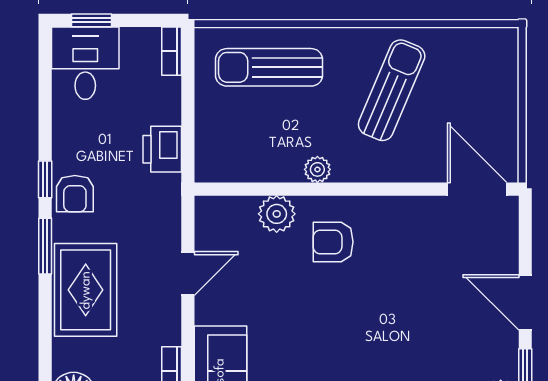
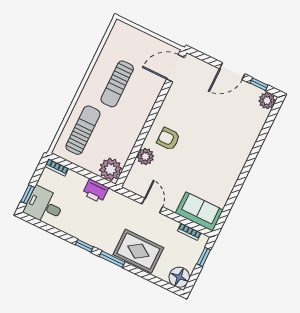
sun lounger: (269, 67) -> (83, 130), turned 180
sun lounger: (392, 90) -> (117, 84), turned -113
plant: (317, 169) -> (110, 169), moved, width x1.88, depth x1.88
armchair: (75, 194) -> (96, 236), removed
armchair: (333, 242) -> (168, 139), turned 90

